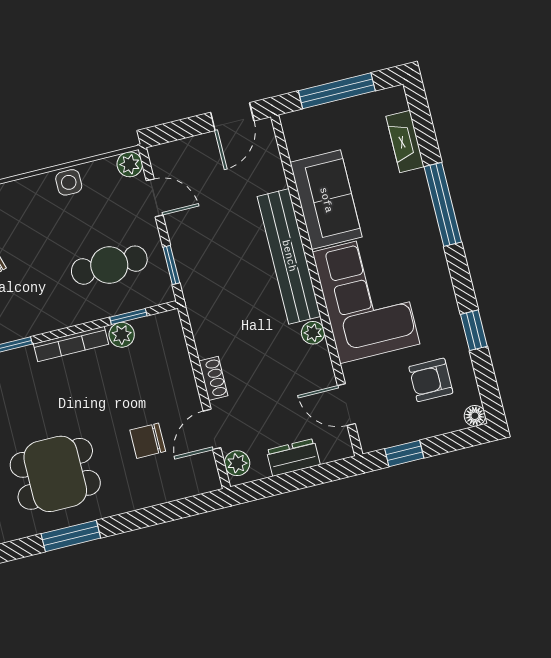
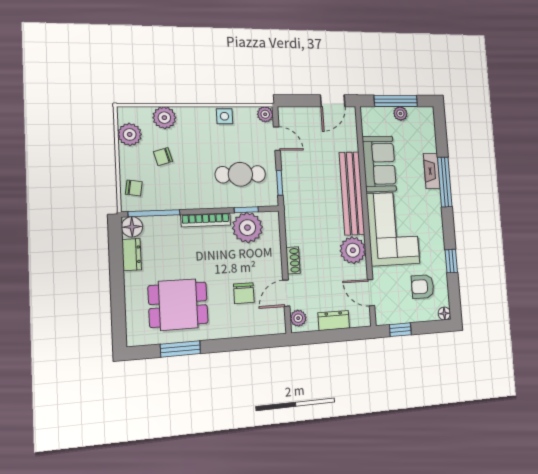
plant: (348, 110) -> (400, 114), added
fireplace: (405, 141) -> (432, 171), moved
plant: (313, 333) -> (353, 250), width x1.88, depth x1.88
plant: (122, 335) -> (247, 228), width x1.87, depth x1.87
chair: (148, 441) -> (244, 293), turned -90

